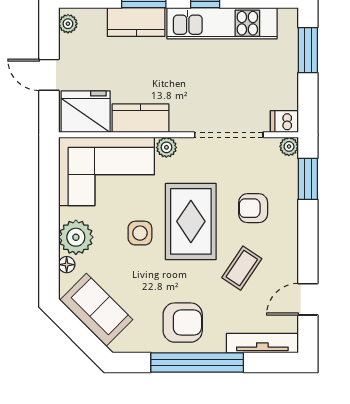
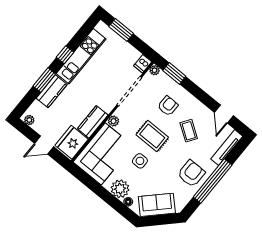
armchair: (253, 208) -> (168, 106), turned 180
rug: (191, 221) -> (152, 136), width x0.73, depth x0.70

